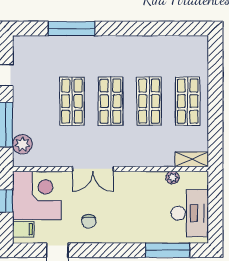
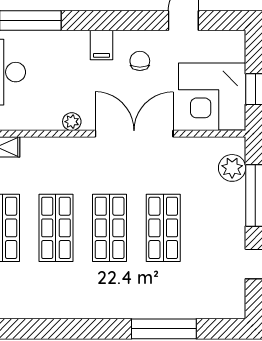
double door: (93, 169) -> (134, 134), width x1.37
plant: (173, 178) -> (72, 122), moved
filing cabinet: (23, 229) -> (101, 45), moved, turned -90

